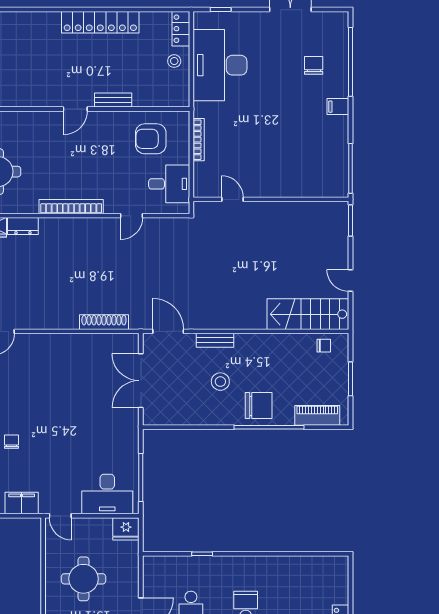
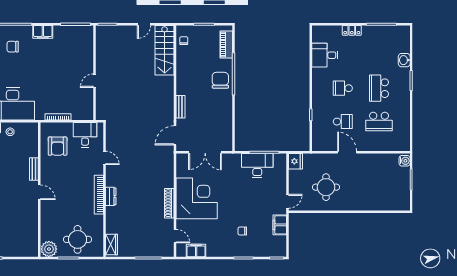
filing cabinet: (338, 107) -> (43, 32), width x2.00
door: (232, 199) -> (94, 81), moved
dresser: (23, 226) -> (111, 196), moved
shoe rack: (104, 322) -> (169, 203), moved
corner desk: (65, 367) -> (197, 198), added
stool: (220, 382) -> (206, 104), removed
desk: (107, 494) -> (257, 165), moved, turned -90
desk: (300, 577) -> (325, 55), added

